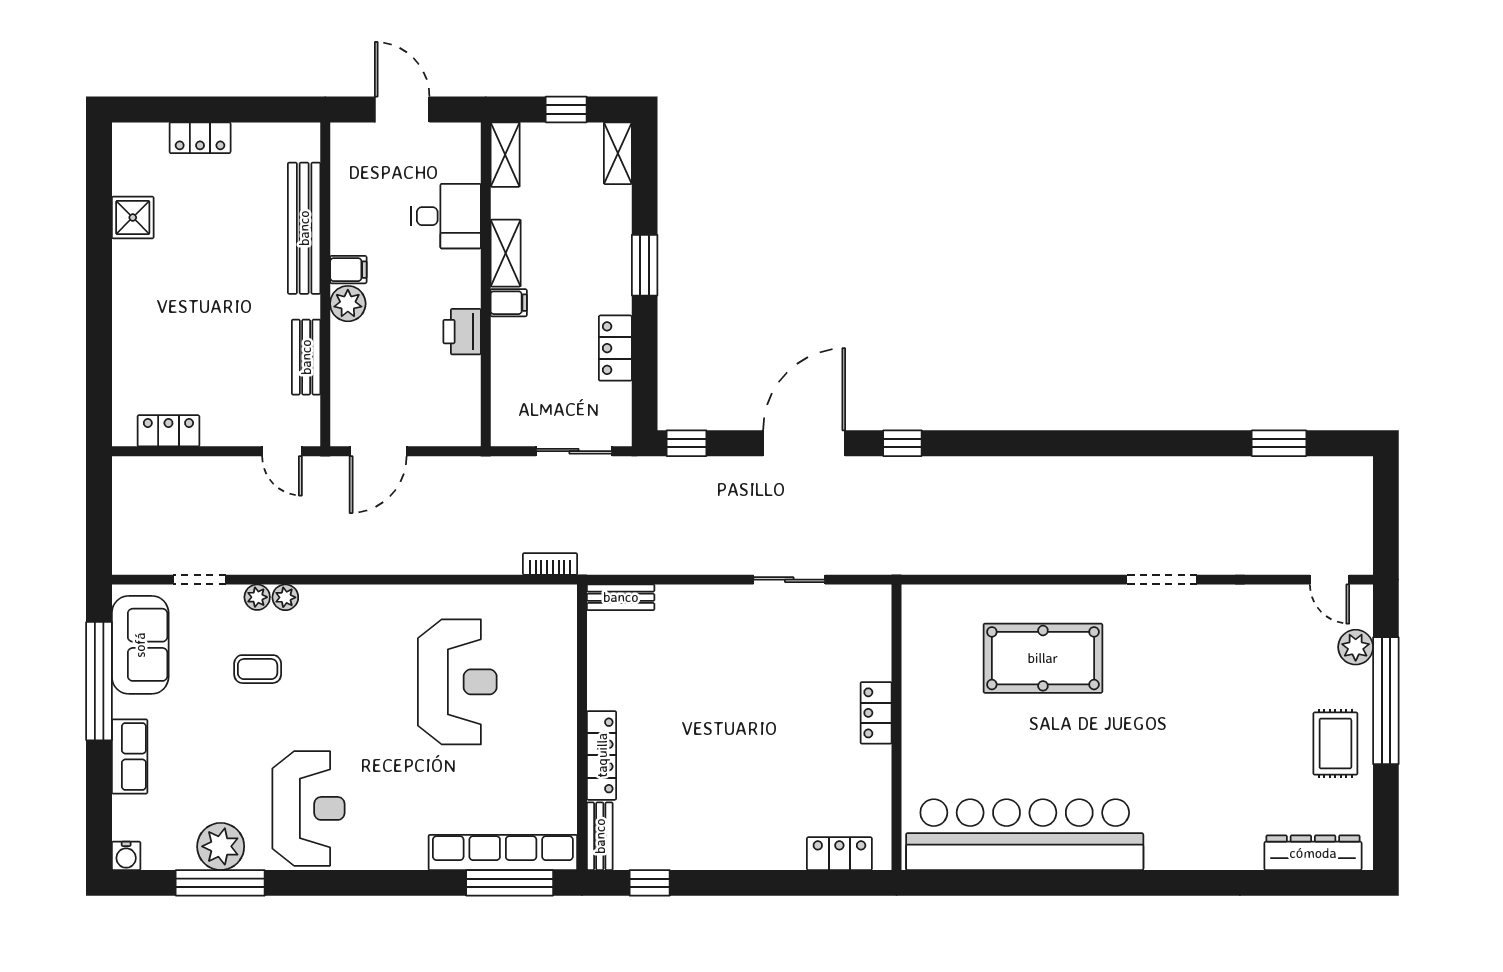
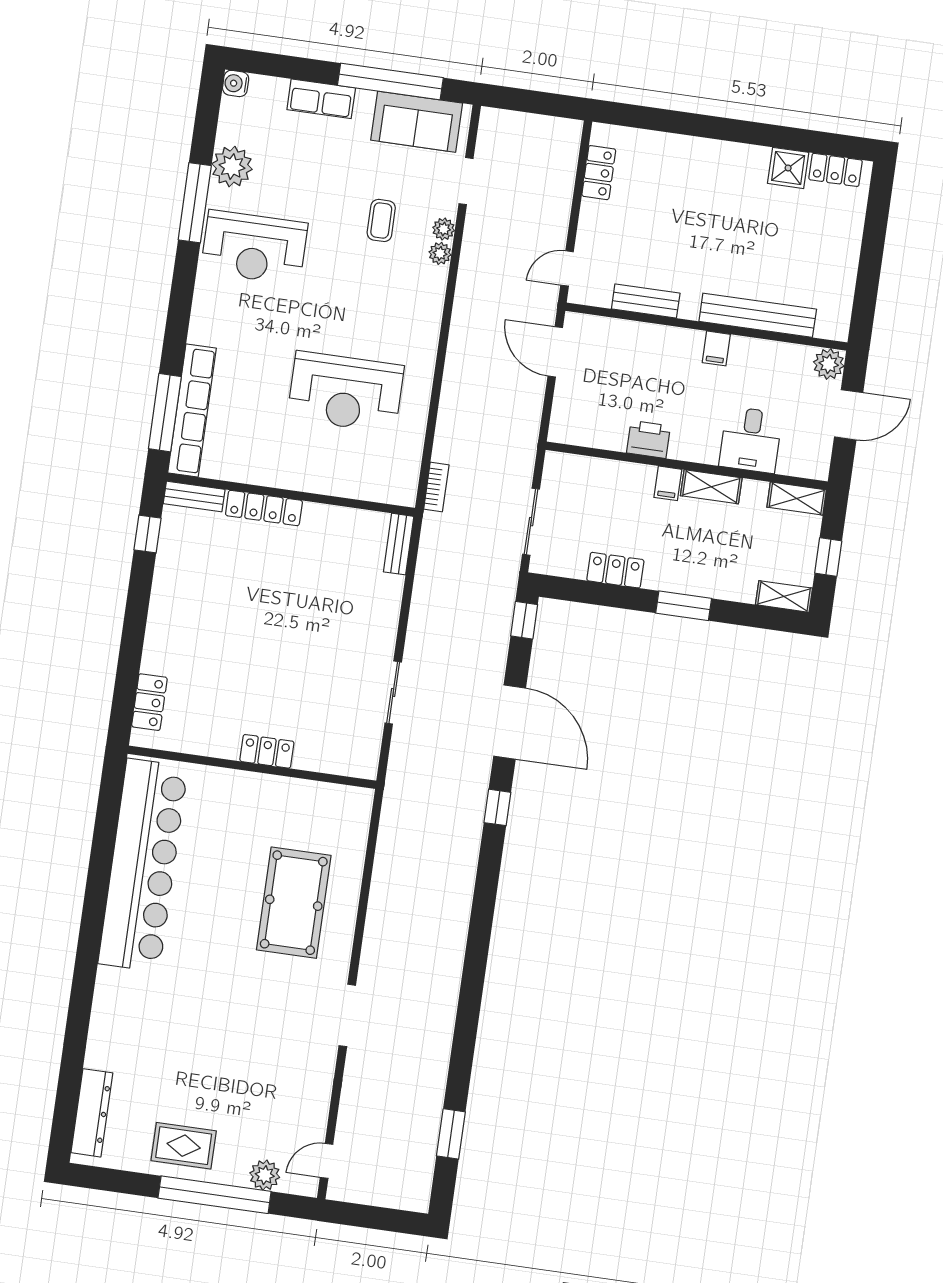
locker: (200, 138) -> (836, 170), moved, turned -90
plant: (348, 304) -> (829, 364), moved
window: (220, 883) -> (195, 203), moved

